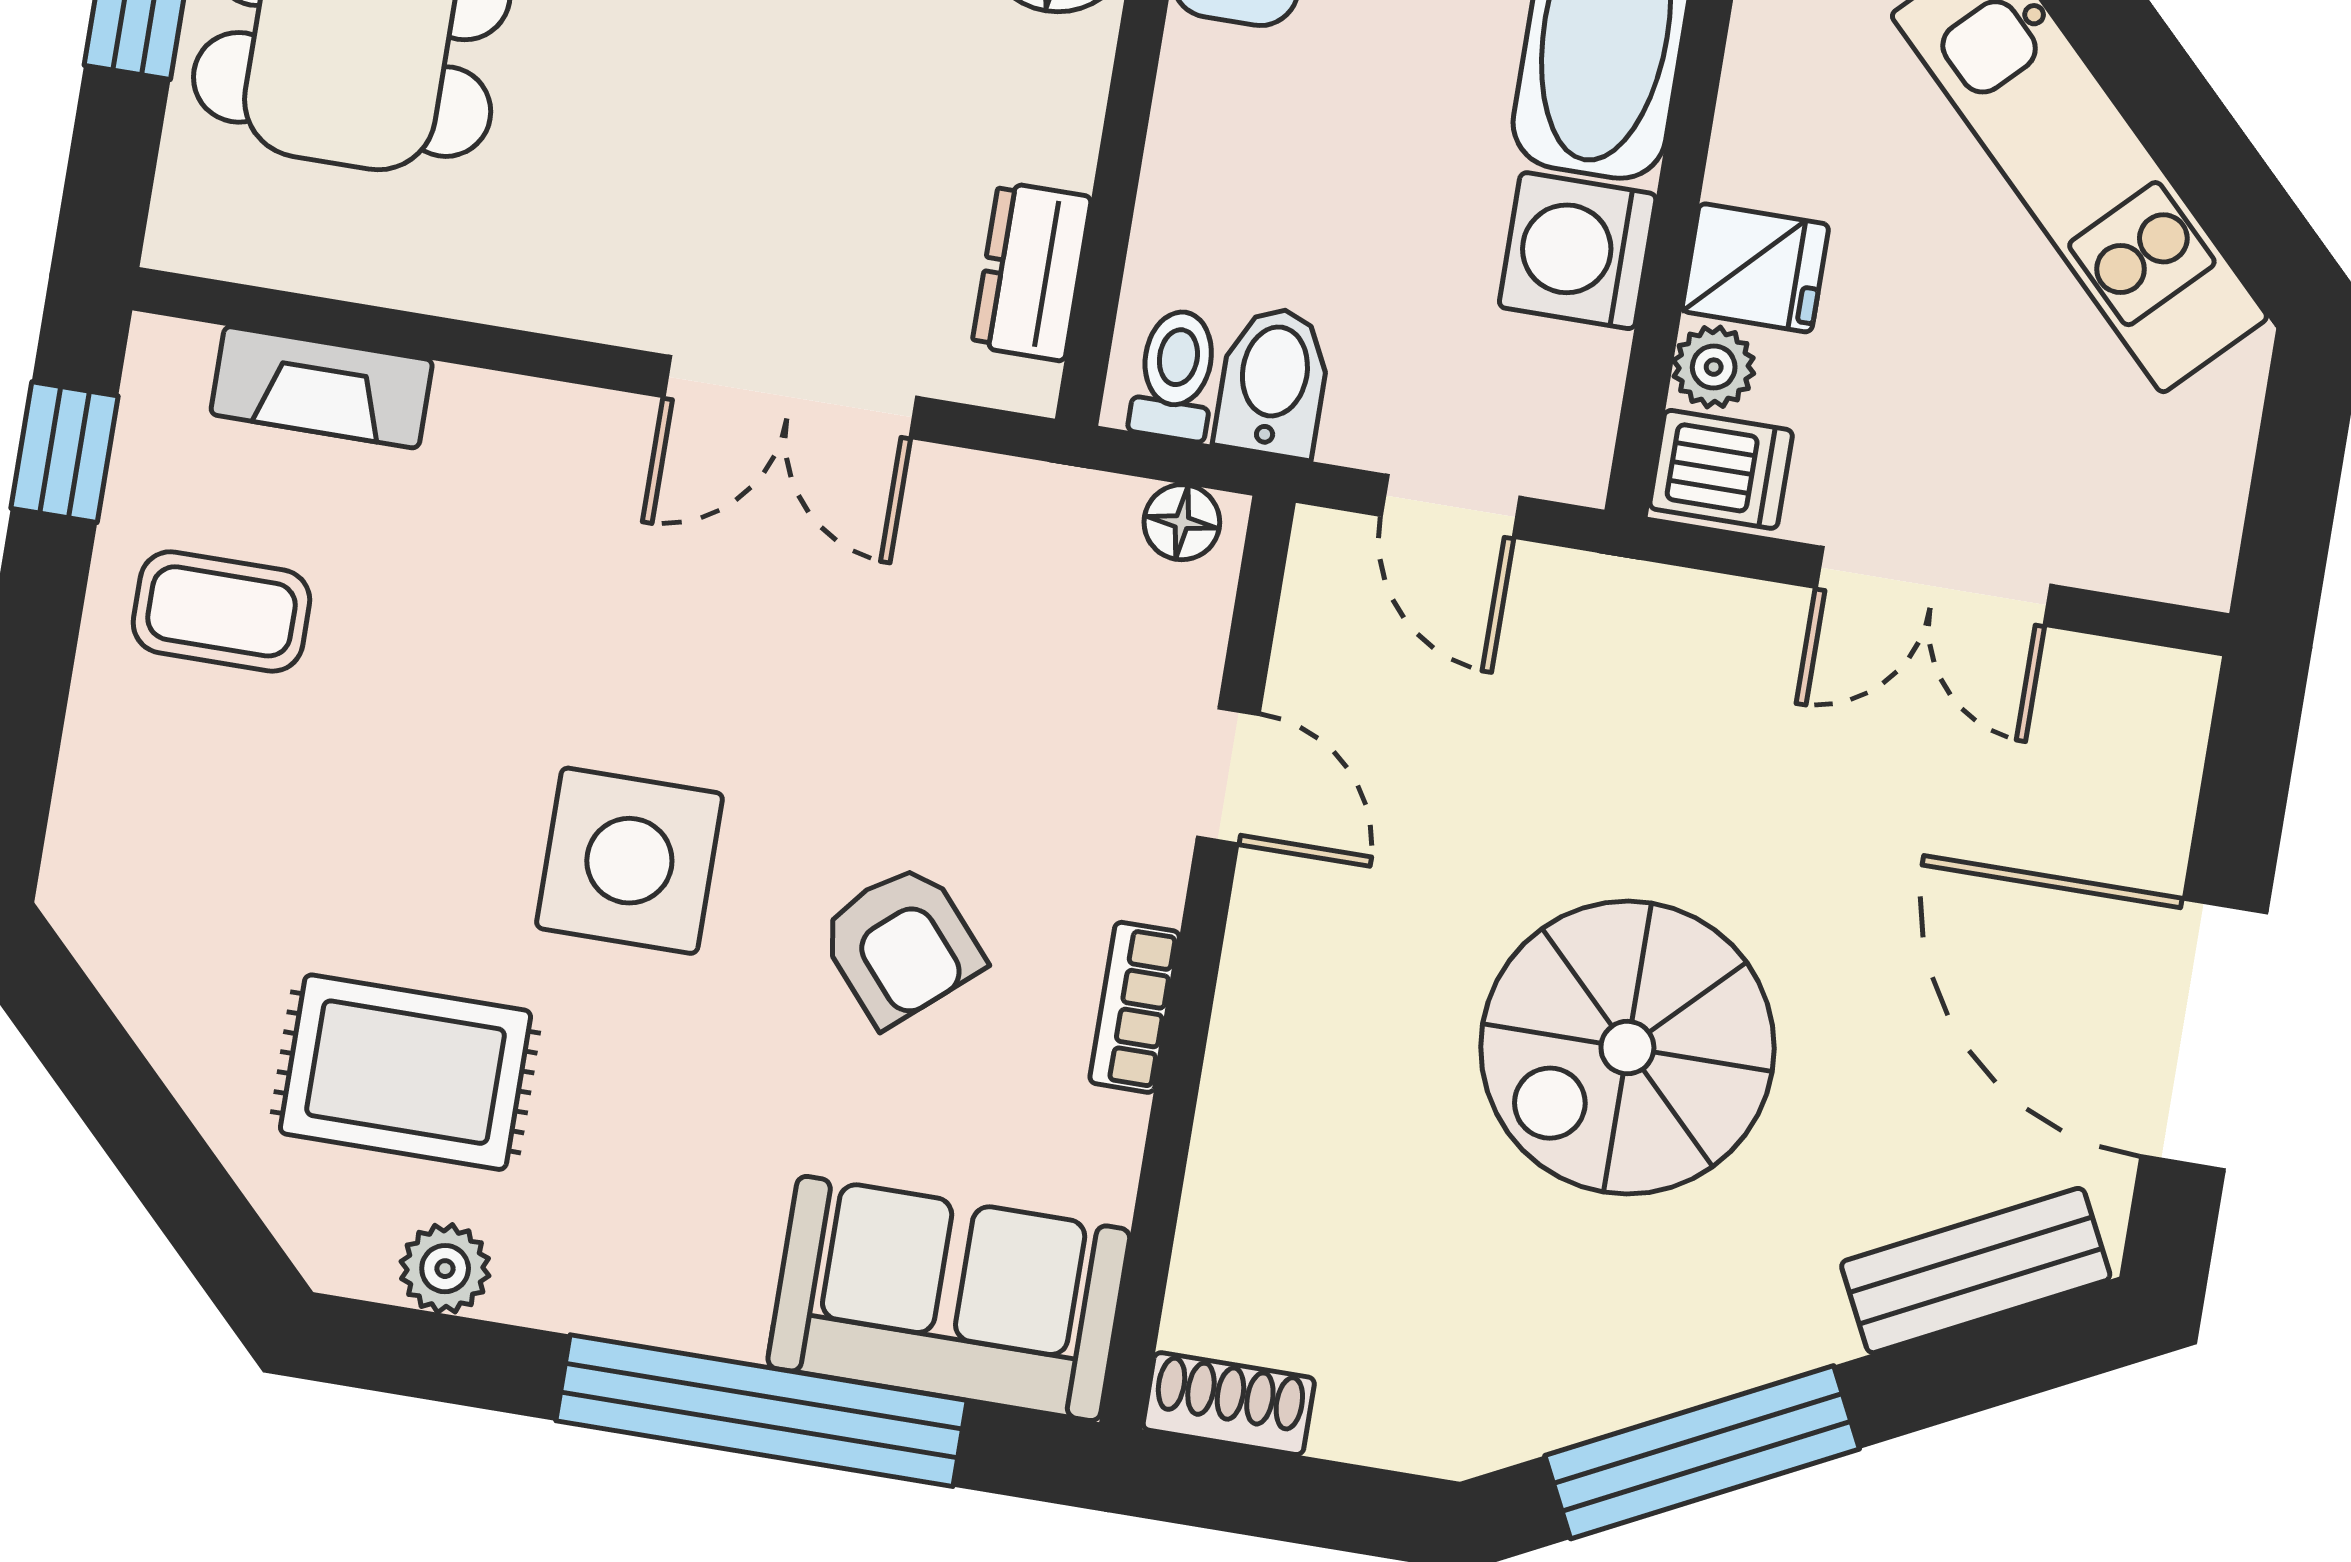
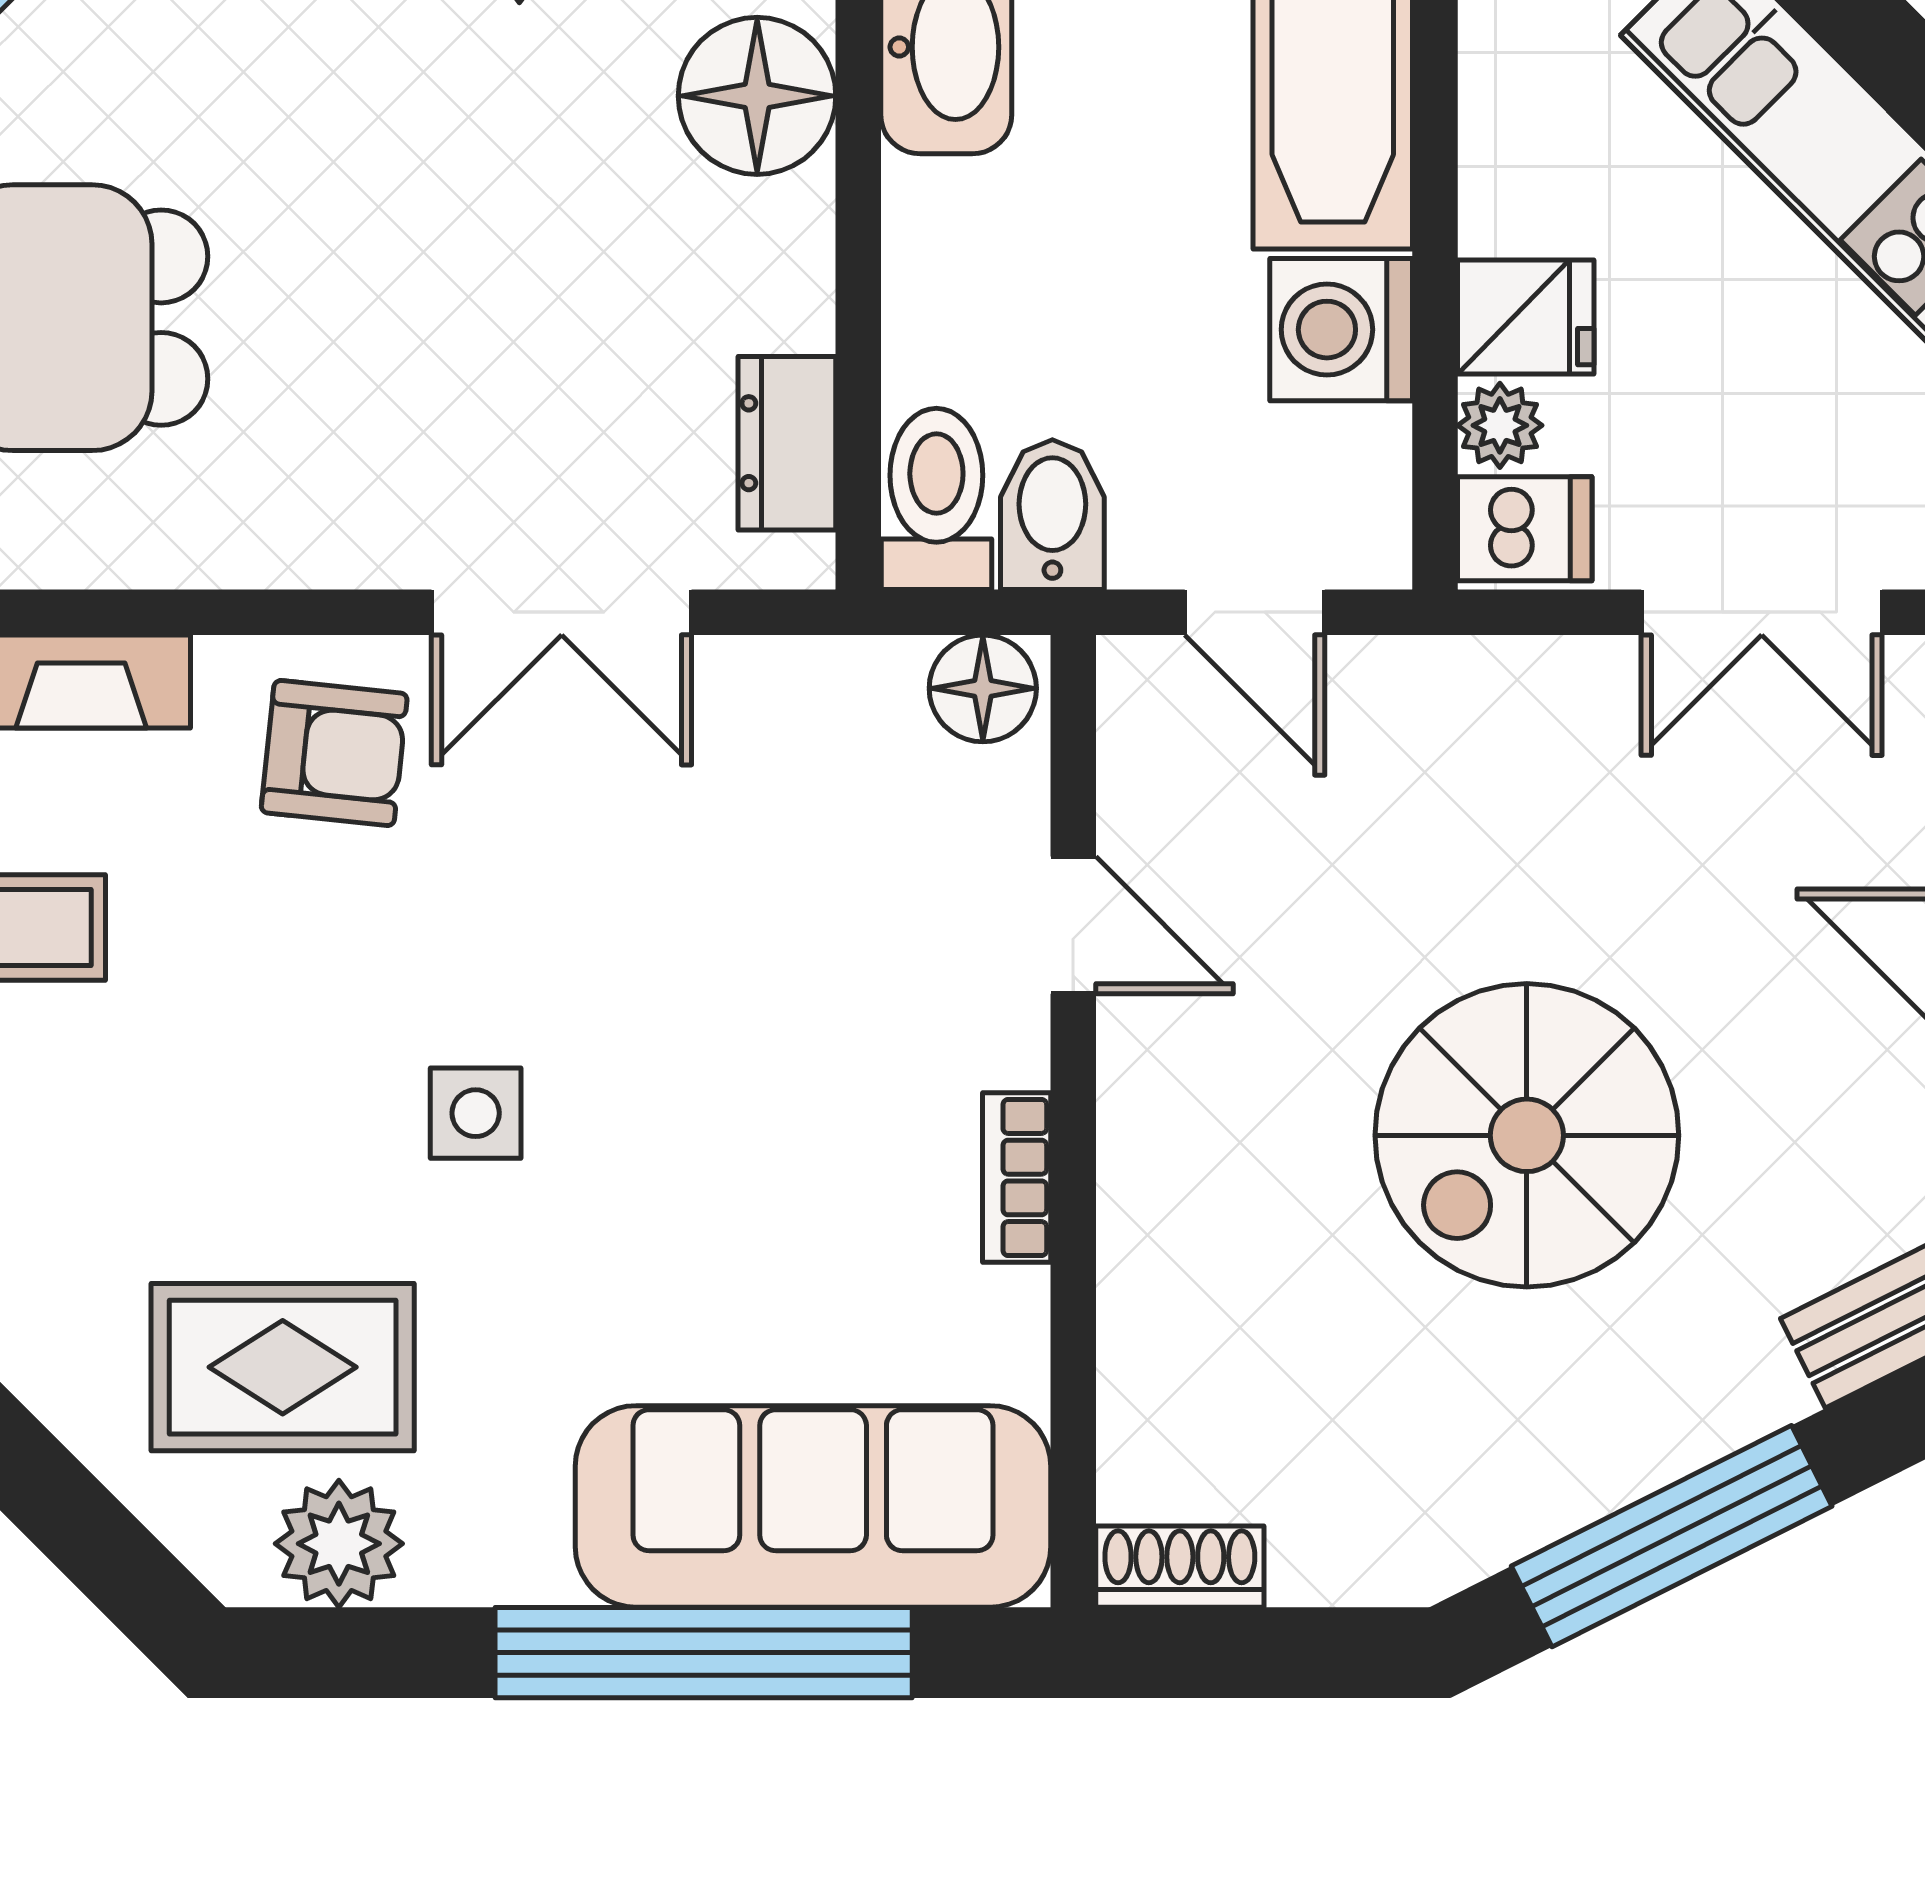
toilet: (1175, 375) -> (936, 499), width x1.37, depth x1.39
floor lamp: (1182, 522) -> (983, 688), width x1.37, depth x1.37
side table: (629, 861) -> (476, 1113), width x0.54, depth x0.54
armchair: (901, 944) -> (334, 753), moved, turned -43
plant: (445, 1269) -> (339, 1544), width x1.38, depth x1.38
sofa: (949, 1298) -> (813, 1506), width x1.36

